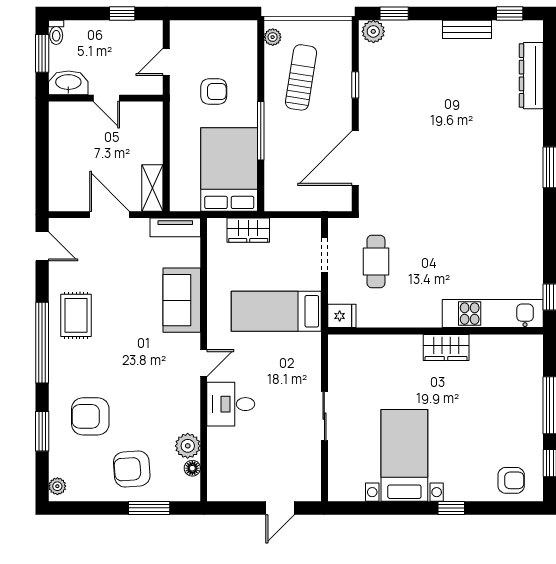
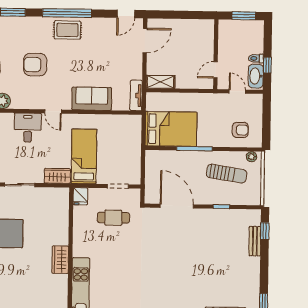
bench: (467, 29) -> (255, 241), moved
plant: (373, 31) -> (254, 218), removed
toilet: (56, 32) -> (256, 58), moved
washbasin: (68, 83) -> (256, 76), moved, turned 180
armchair: (214, 92) -> (240, 130), moved, turned -90
door: (106, 98) -> (216, 70), moved
door: (110, 215) -> (145, 40), moved
wardrobe: (248, 230) -> (57, 176), moved, turned 90
rug: (76, 315) -> (67, 30), moved
armchair: (90, 416) -> (35, 65), moved, turned -90

